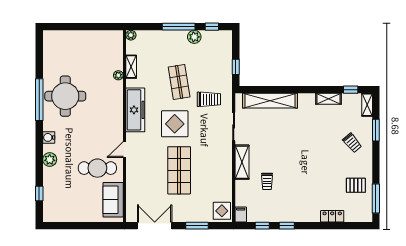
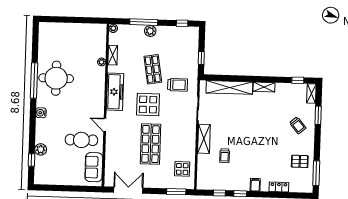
window: (179, 27) -> (144, 22), moved
plant: (194, 37) -> (150, 31), moved
shelving: (328, 99) -> (264, 87), moved
door: (124, 149) -> (105, 125), hinge flipped
plant: (50, 160) -> (41, 149), moved
display table: (222, 211) -> (182, 169), moved
filing cabinet: (241, 214) -> (255, 185), moved
window: (197, 226) -> (176, 192), moved

